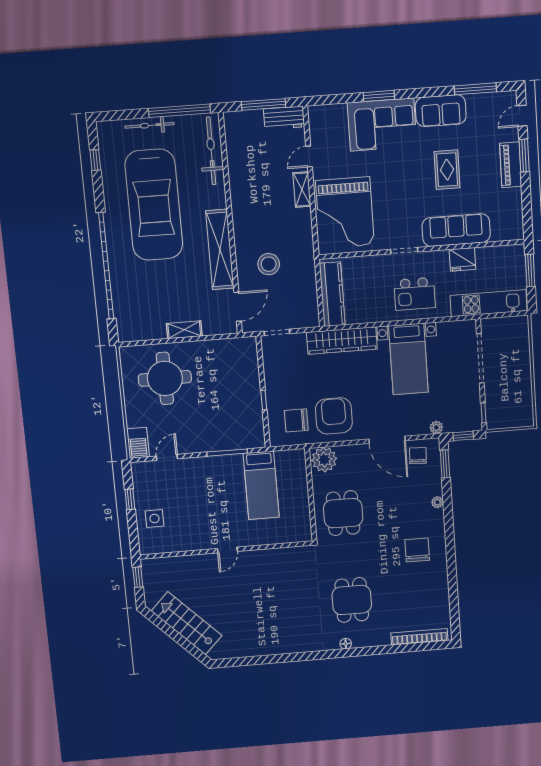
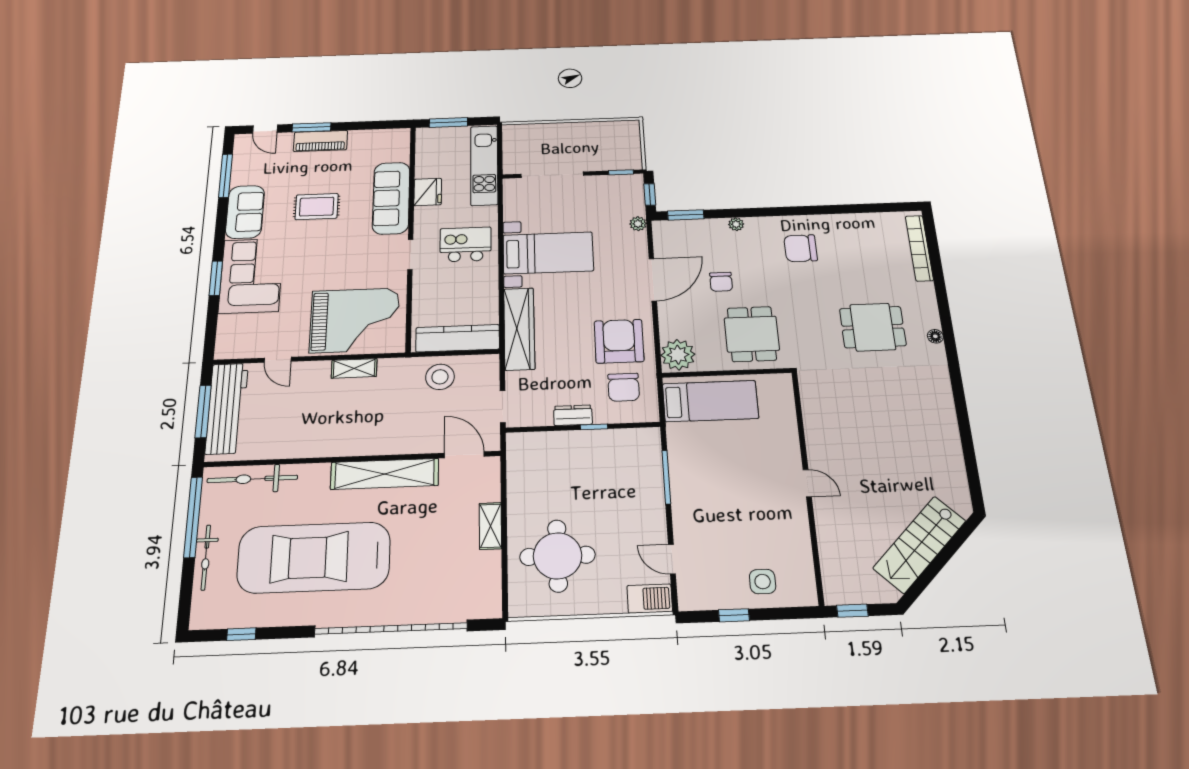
workbench: (284, 118) -> (227, 408), width x1.87, depth x1.32
shelving: (302, 190) -> (354, 368), moved
car: (154, 205) -> (314, 557), turned 180
stool: (269, 264) -> (440, 377), moved
kitchen island: (415, 294) -> (466, 244), turned -90
dresser: (272, 384) -> (573, 415), added
armchair: (334, 416) -> (619, 341), turned 90
chair: (418, 456) -> (721, 282), moved, turned -93
bed: (261, 485) -> (710, 401), moved
dining table: (343, 513) -> (752, 334), turned 90

